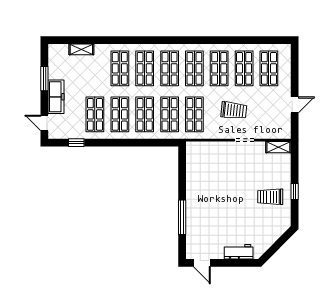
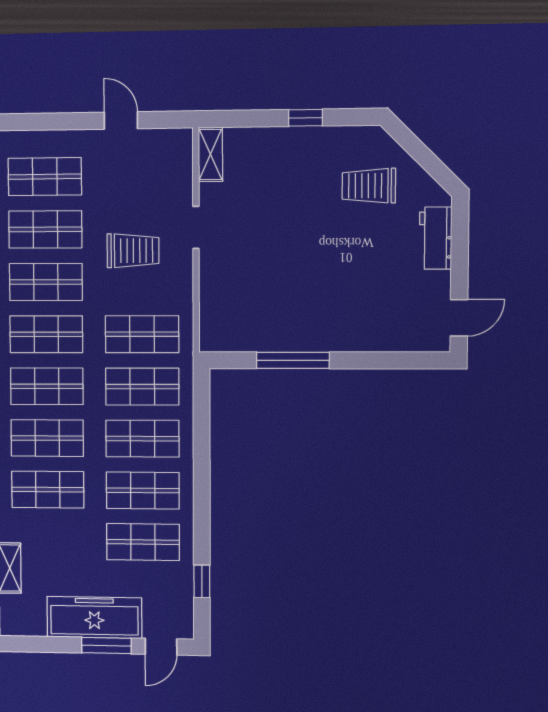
window: (44, 79) -> (106, 646), moved
freezer: (56, 97) -> (94, 617), width x1.36, depth x1.26
trolley: (234, 110) -> (133, 251), turned 84
trolley: (270, 197) -> (369, 186), moved, turned 90
window: (182, 217) -> (293, 360), moved

